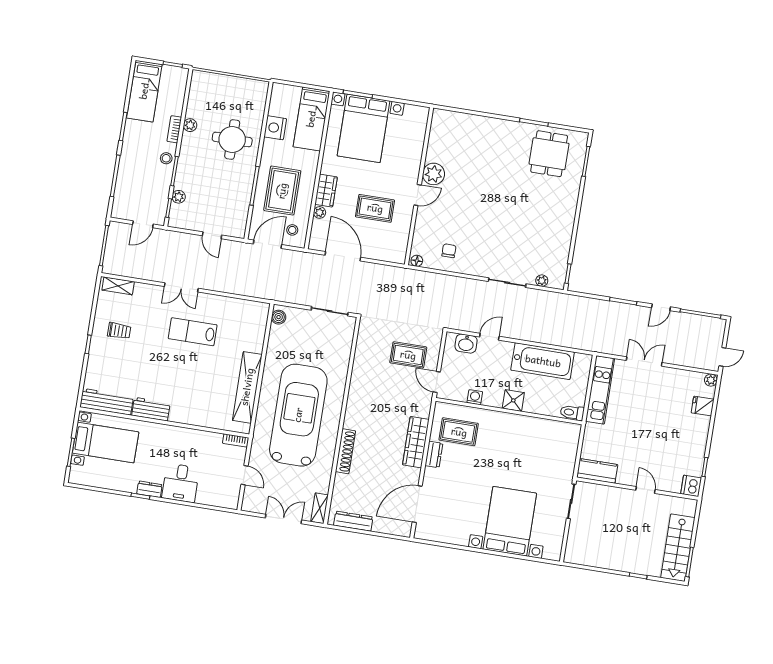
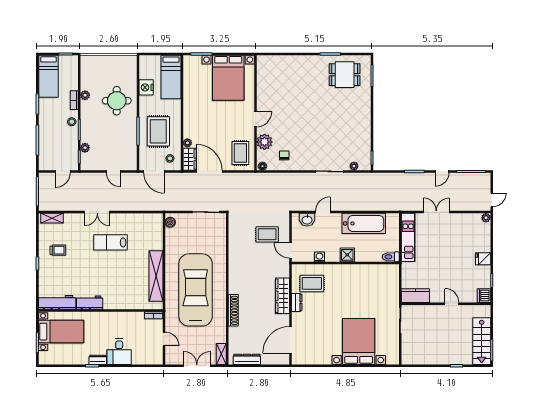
bed with nightstands: (364, 128) -> (228, 78), moved
dining table: (549, 154) -> (345, 75), turned 90
plant: (434, 174) -> (265, 142), moved
wardrobe: (326, 191) -> (190, 159), moved
rug: (375, 208) -> (240, 153), moved, turned 90
door: (268, 244) -> (154, 171), swing flipped
fridge: (703, 406) -> (483, 259), moved

